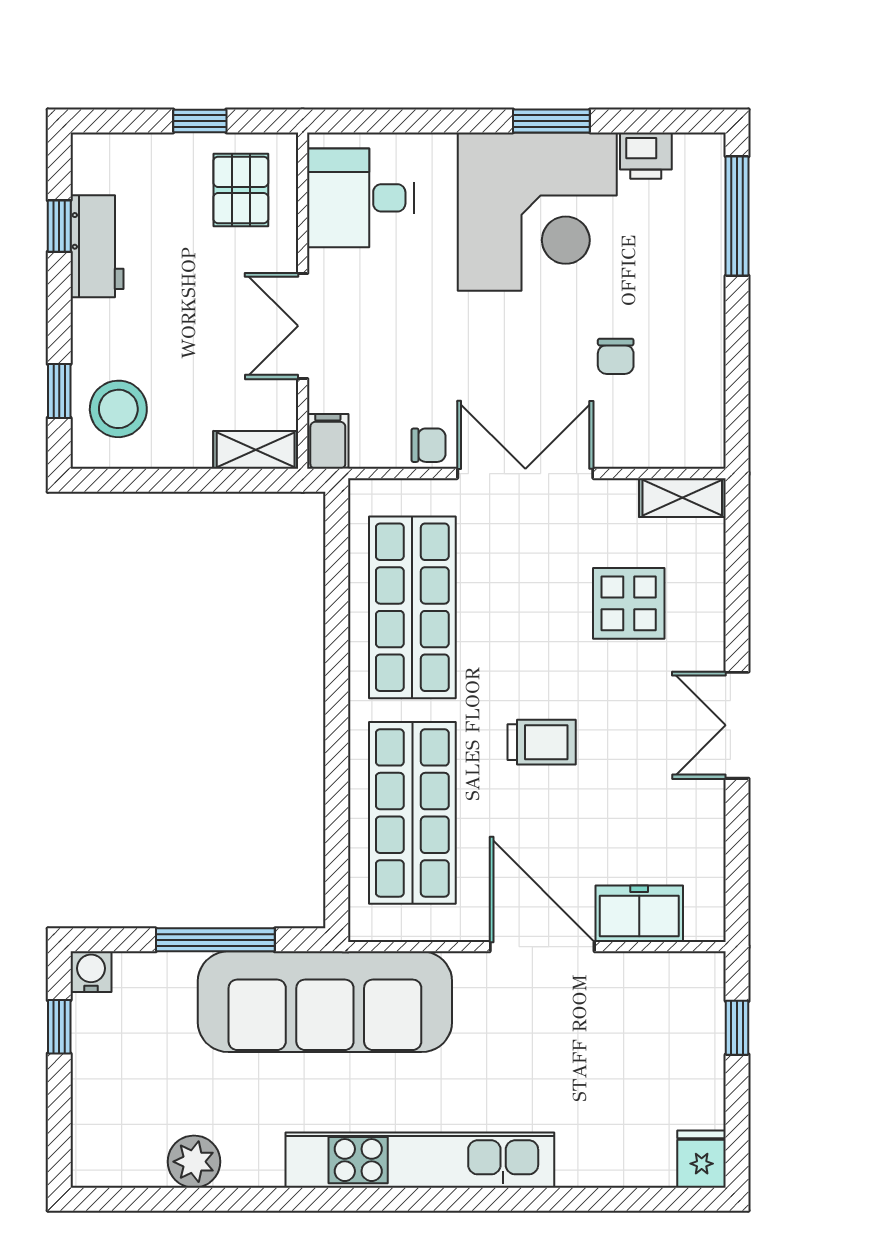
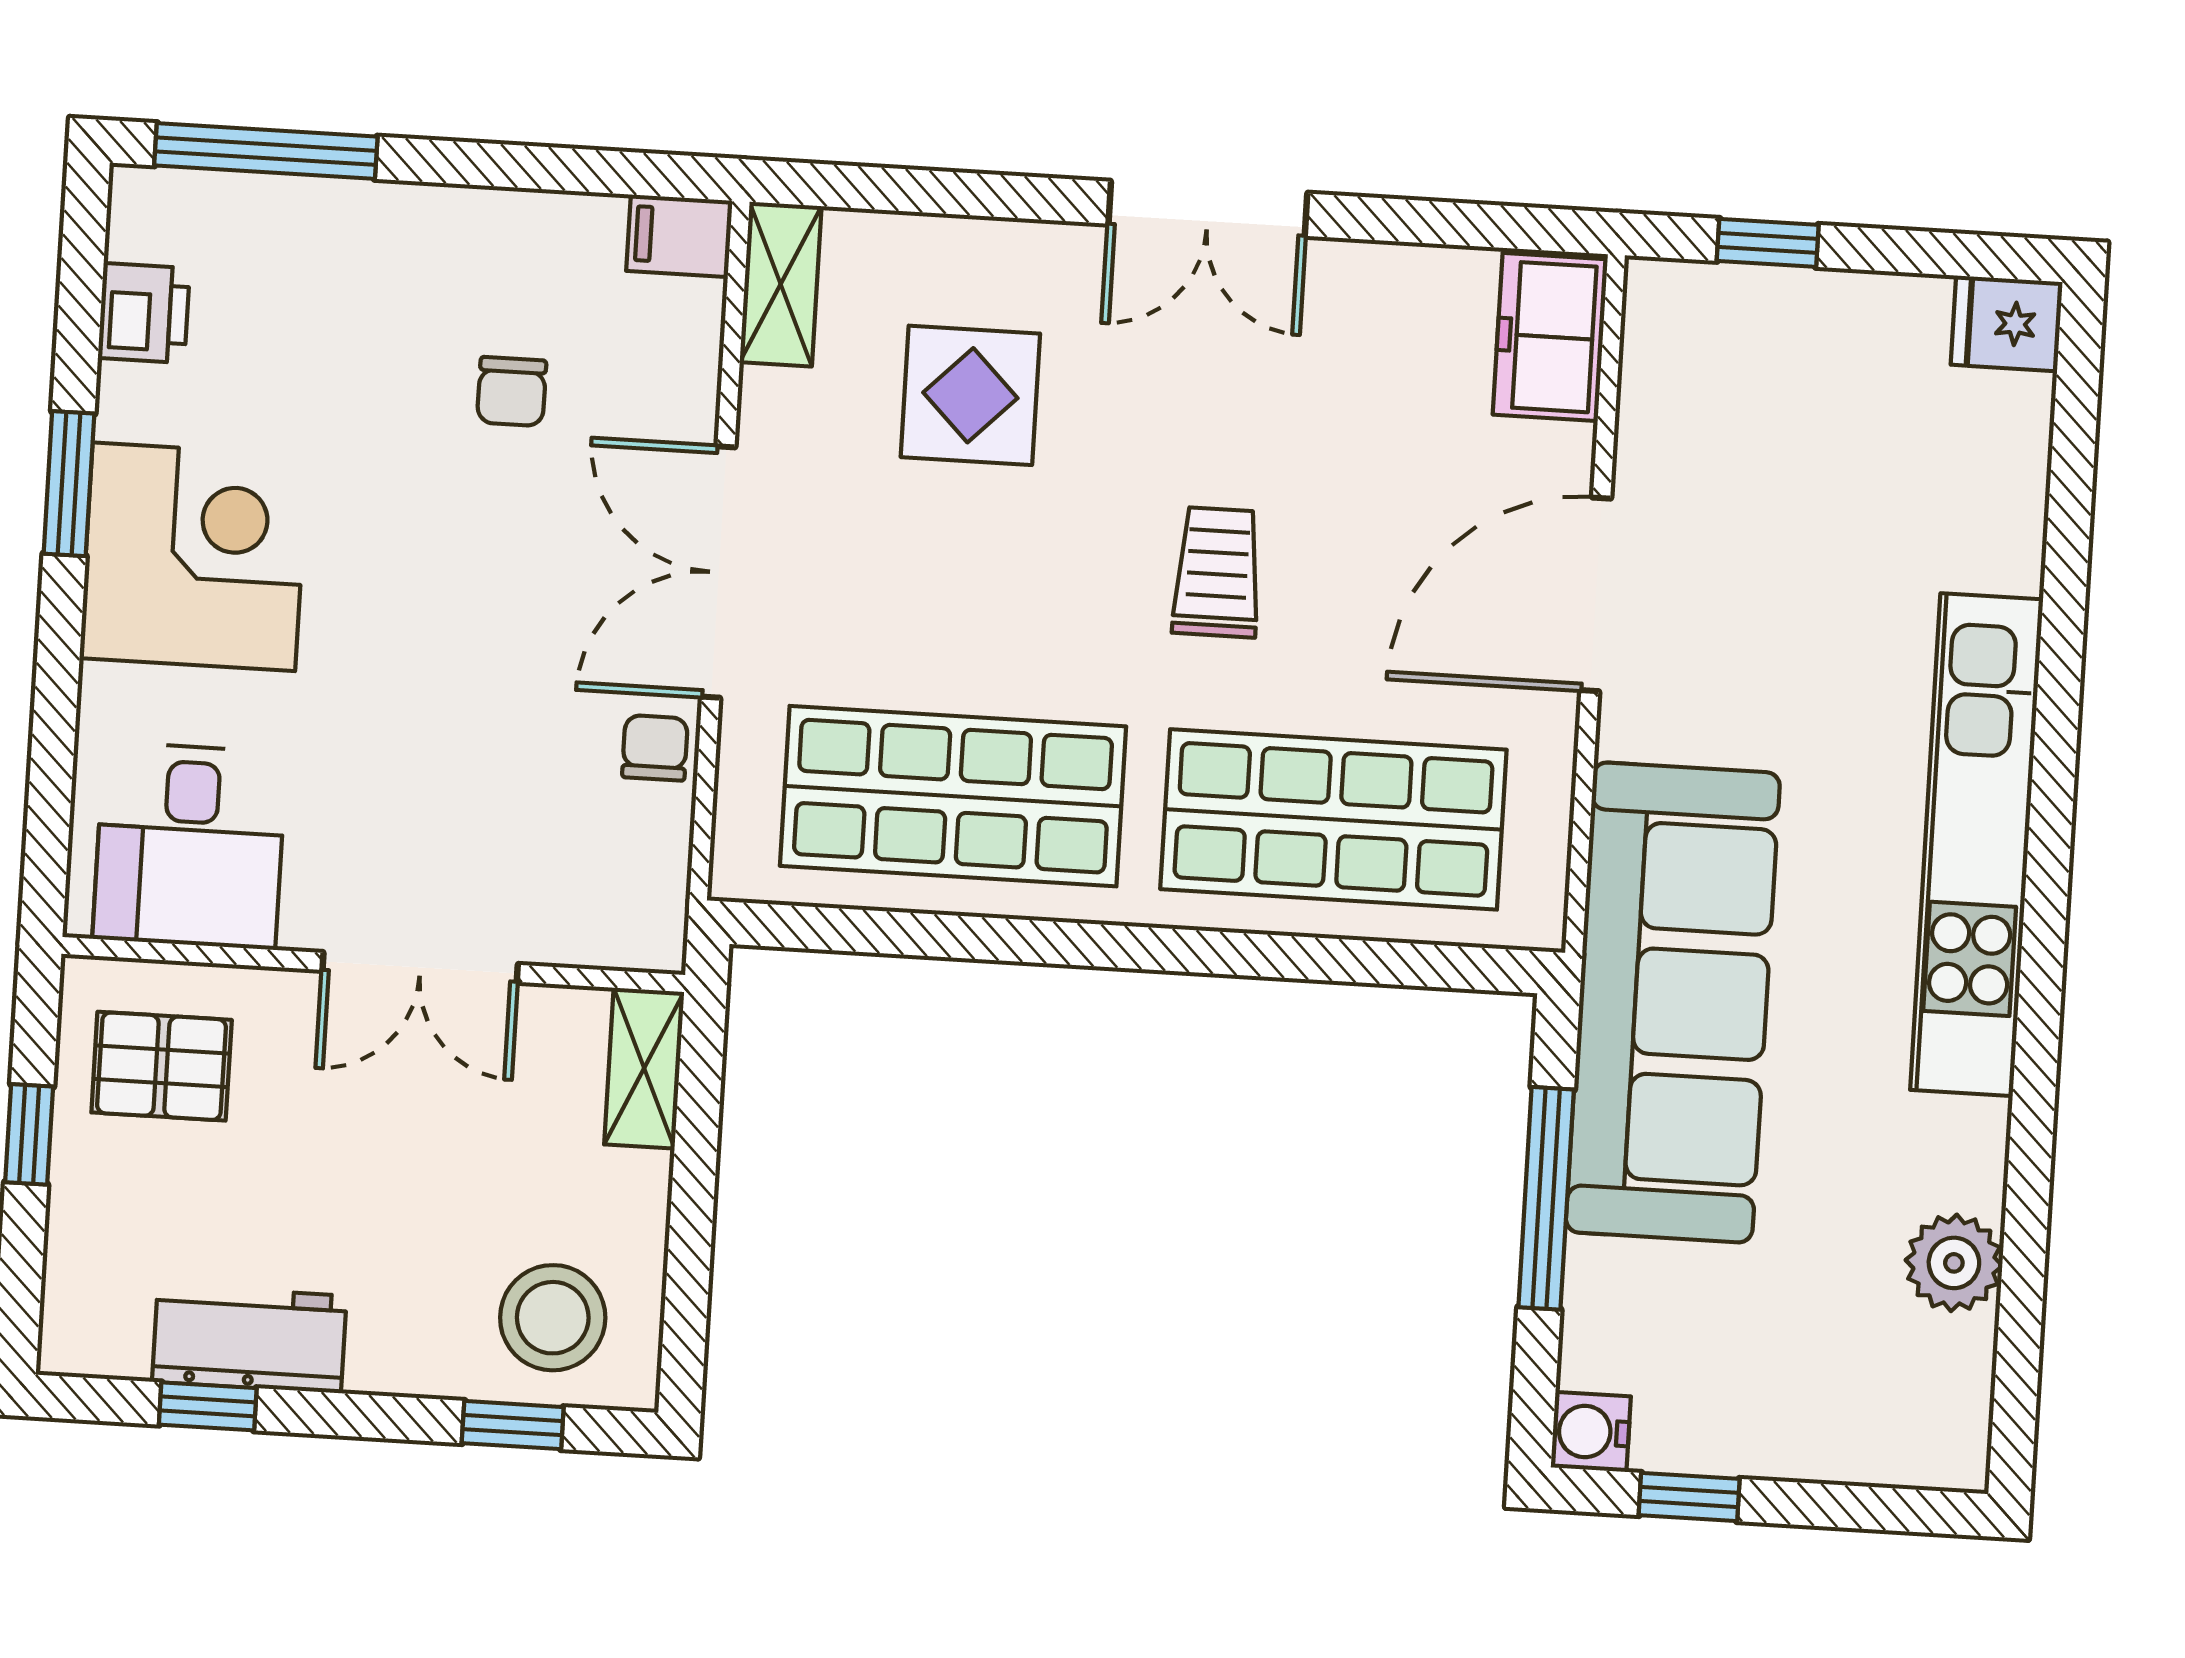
corner desk: (537, 212) -> (194, 557), width x0.74, depth x0.74
chair: (616, 356) -> (512, 392), turned 90
filing cabinet: (328, 441) -> (679, 236), moved
freezer: (639, 914) -> (1550, 337), moved

